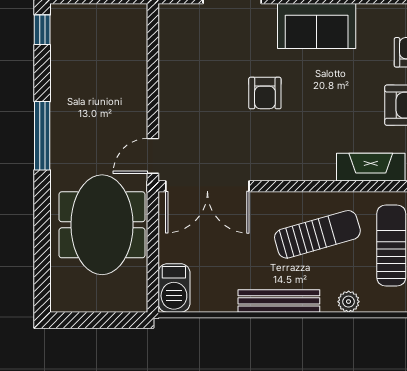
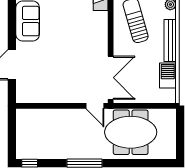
armchair: (265, 93) -> (62, 48), removed
barbecue: (174, 288) -> (168, 75), moved, turned -90

